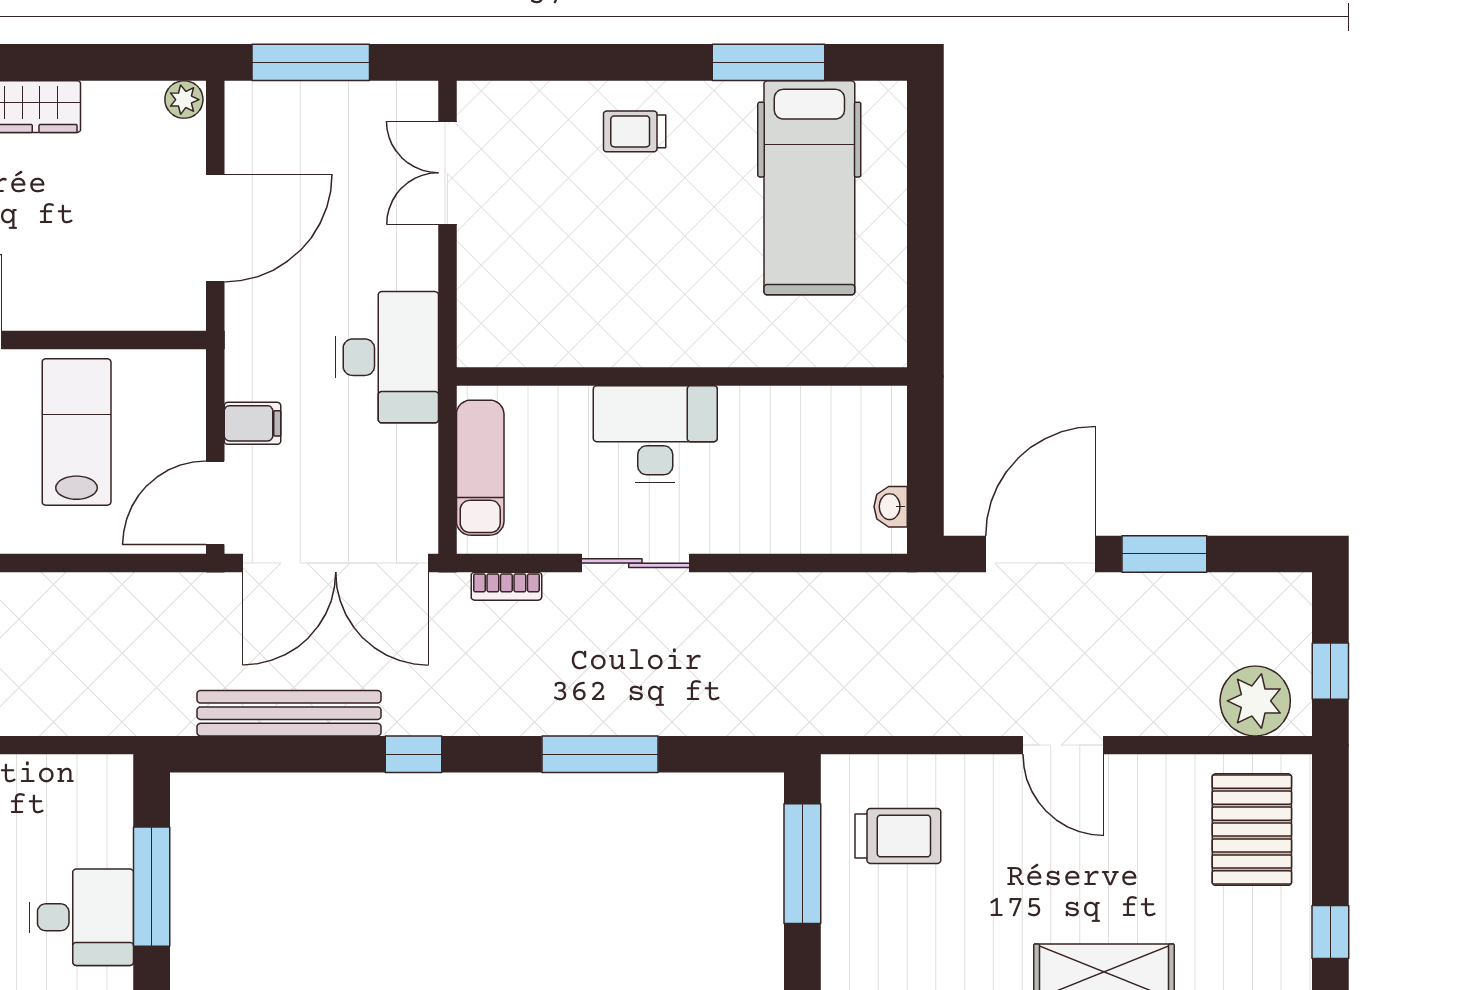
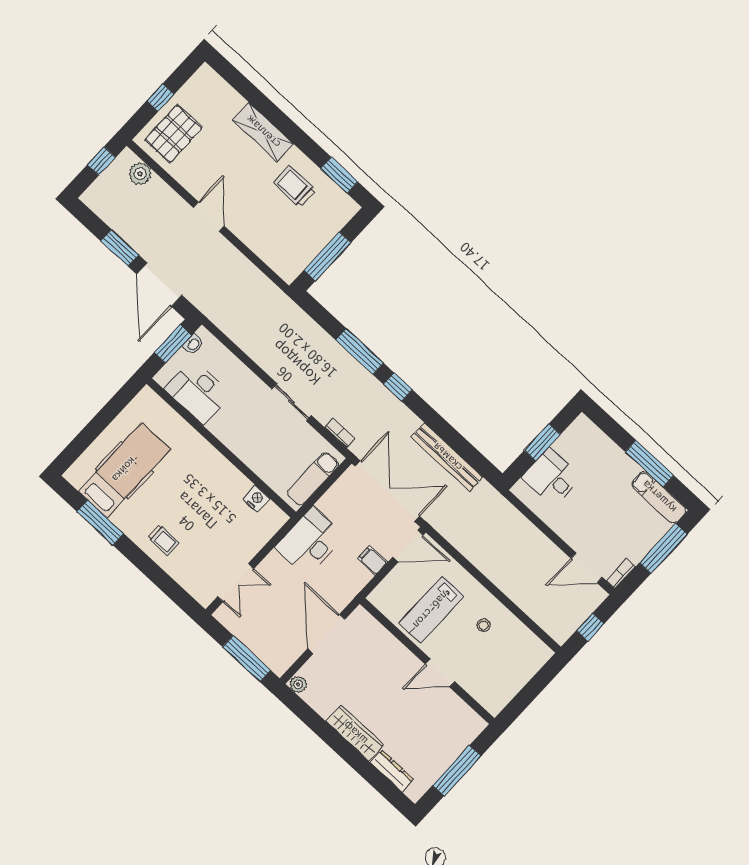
door: (215, 228) -> (326, 634), hinge flipped
nightstand: (544, 346) -> (256, 499), added
desk: (655, 434) -> (198, 392), moved
window: (925, 475) -> (173, 344), added
door: (1041, 554) -> (159, 285), hinge flipped
plant: (1255, 701) -> (140, 174), width x0.73, depth x0.73
window: (414, 754) -> (398, 387), moved
trolley: (898, 836) -> (294, 187), moved
window: (152, 887) -> (542, 442), width x0.69
desk: (81, 917) -> (552, 477), moved
window: (1330, 932) -> (160, 98), moved

